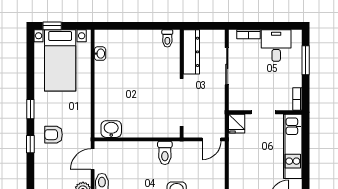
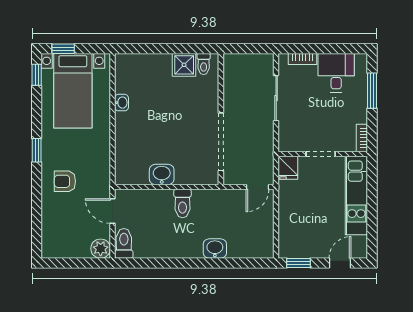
shower: (151, 39) -> (184, 65), added
dresser: (191, 52) -> (233, 80), removed
washbasin: (100, 54) -> (122, 103), moved
washbasin: (111, 129) -> (162, 174), moved
window: (30, 144) -> (37, 75), moved
toilet: (165, 153) -> (183, 204), moved
door: (93, 159) -> (113, 211), hinge flipped

